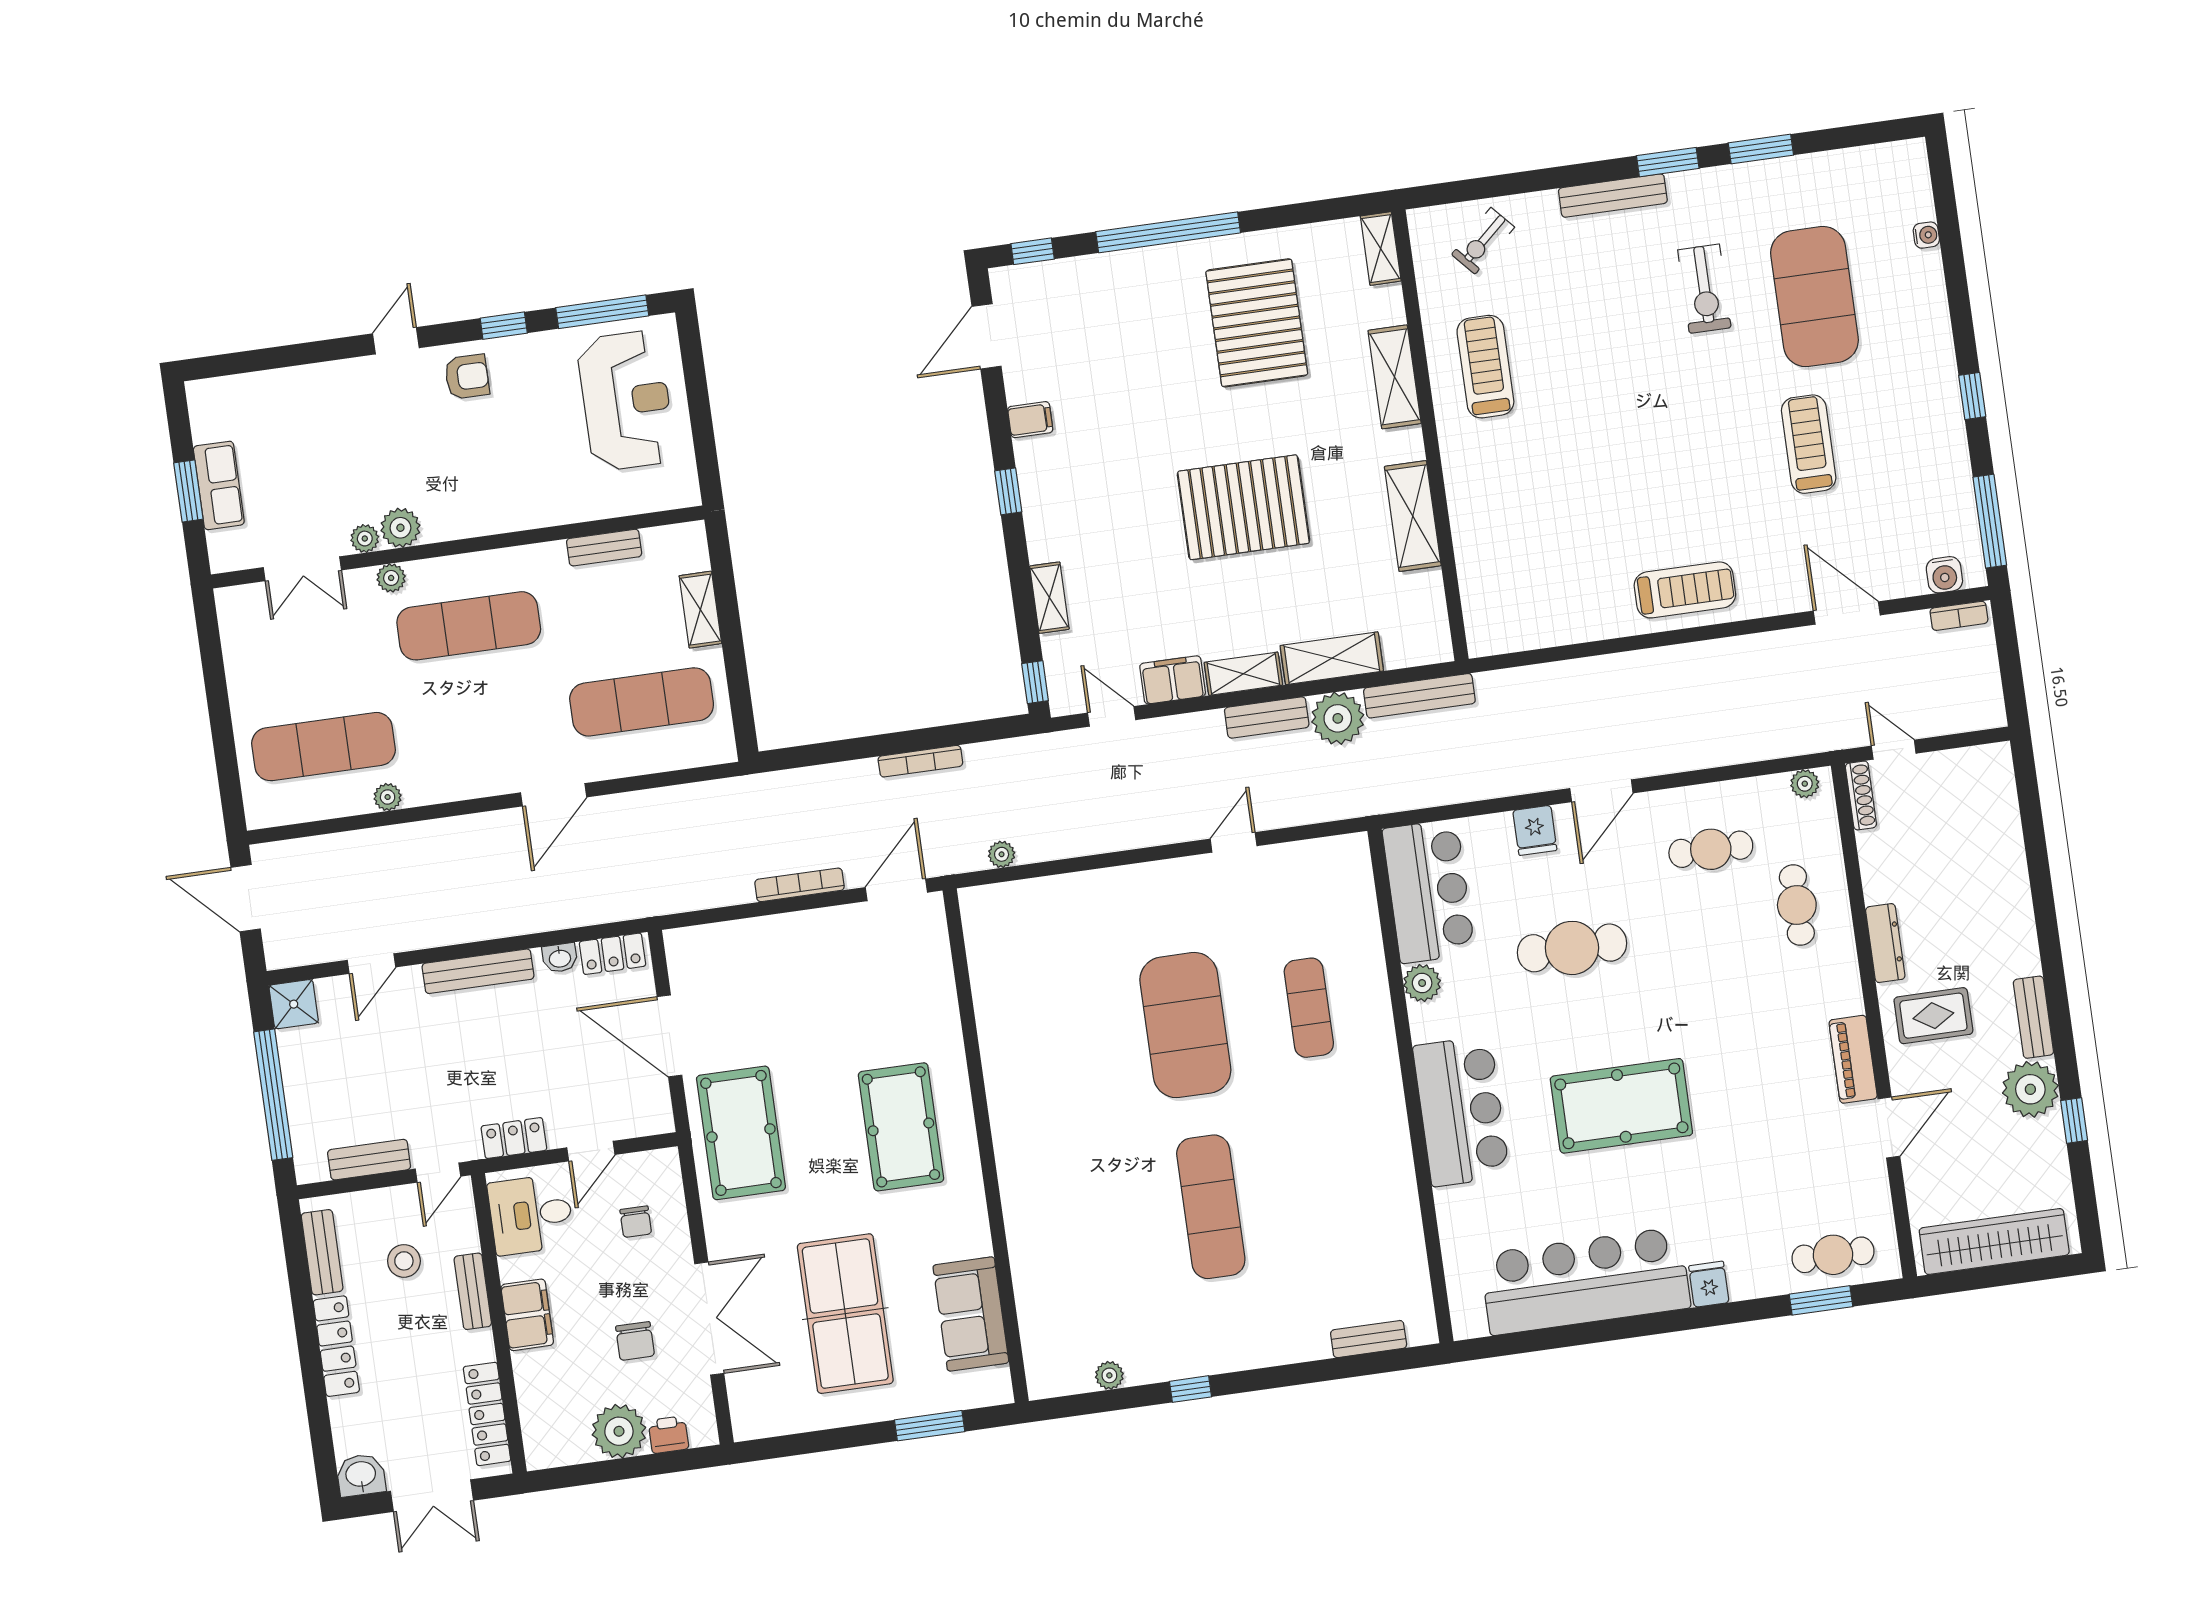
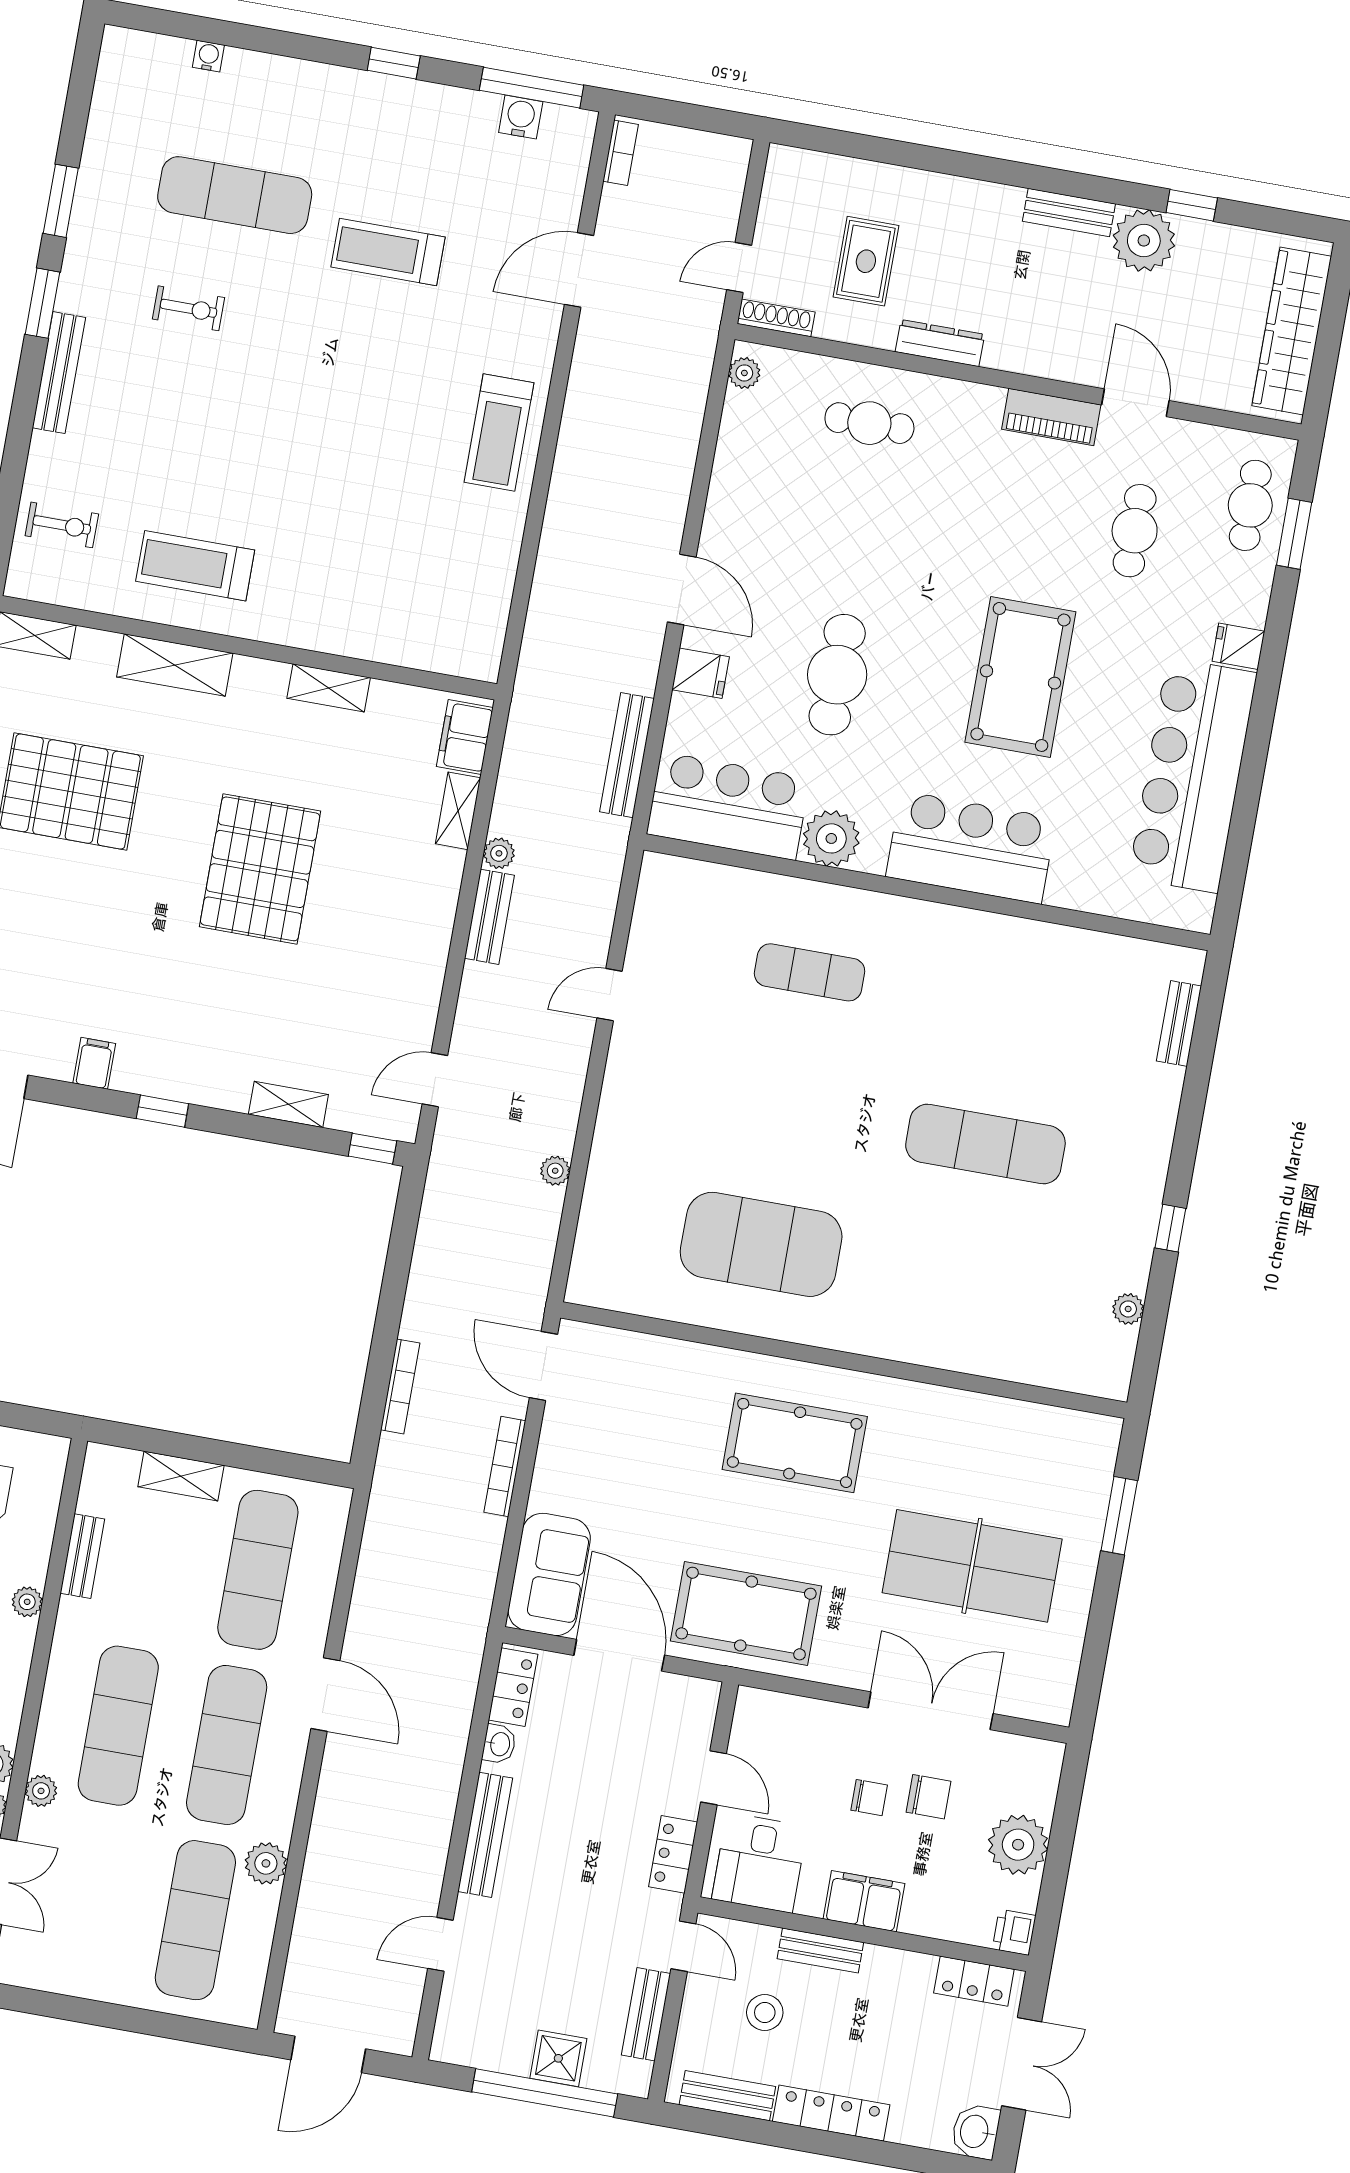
exercise bike: (1483, 241) -> (62, 525), turned -48
exercise bike: (1704, 289) -> (189, 308), width x0.73, depth x0.72
exercise mat: (1814, 297) -> (235, 195), width x0.68
plant: (549, 513) -> (27, 1602), added
shelving: (1413, 516) -> (329, 688), width x0.67, depth x0.75
water cooler: (1944, 575) -> (521, 117), moved, turned -90
treadmill: (1685, 590) -> (499, 432), turned 180
shelving: (1332, 658) -> (458, 811), width x0.67, depth x0.75
shelving: (1243, 674) -> (435, 926), removed
filing cabinet: (1173, 680) -> (465, 737), moved
bench: (1419, 696) -> (627, 755), moved
plant: (1338, 718) -> (499, 853), width x0.53, depth x0.53
exercise mat: (483, 724) -> (227, 1745), added
bookcase: (920, 761) -> (400, 1386), moved
plant: (388, 797) -> (266, 1863), width x1.38, depth x1.38
door: (1234, 842) -> (610, 995), hinge flipped
cafe table: (1711, 849) -> (1135, 531), moved
plant: (1002, 854) -> (555, 1171), moved
door: (371, 964) -> (440, 1944), swing flipped
plant: (1422, 983) -> (831, 838), width x1.36, depth x1.36
shower: (294, 1004) -> (558, 2058), moved
rug: (1933, 1016) -> (866, 261), moved
exercise mat: (1185, 1025) -> (761, 1244), moved
door: (670, 1036) -> (619, 1655), swing flipped
chair: (636, 1222) -> (869, 1798), moved
sofa: (971, 1314) -> (549, 1574), moved, turned -90
locker: (487, 1414) -> (974, 1981), width x0.66
printer: (668, 1435) -> (1014, 1932), moved

